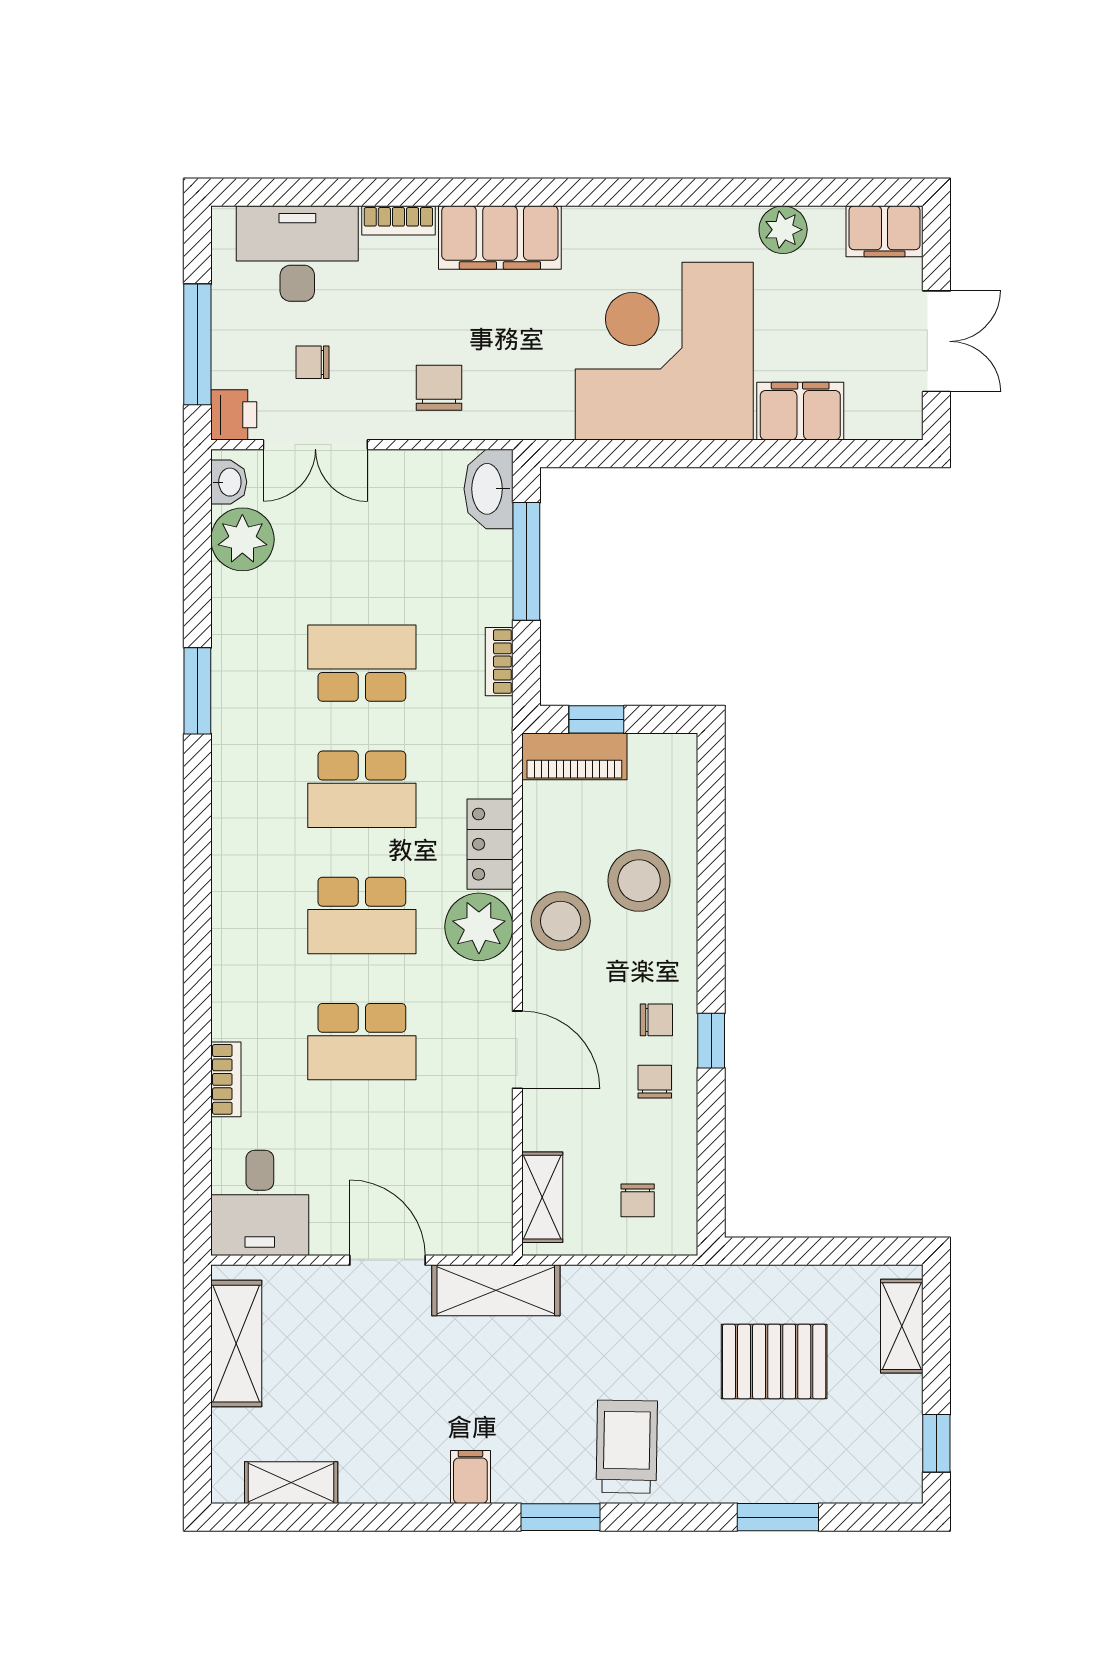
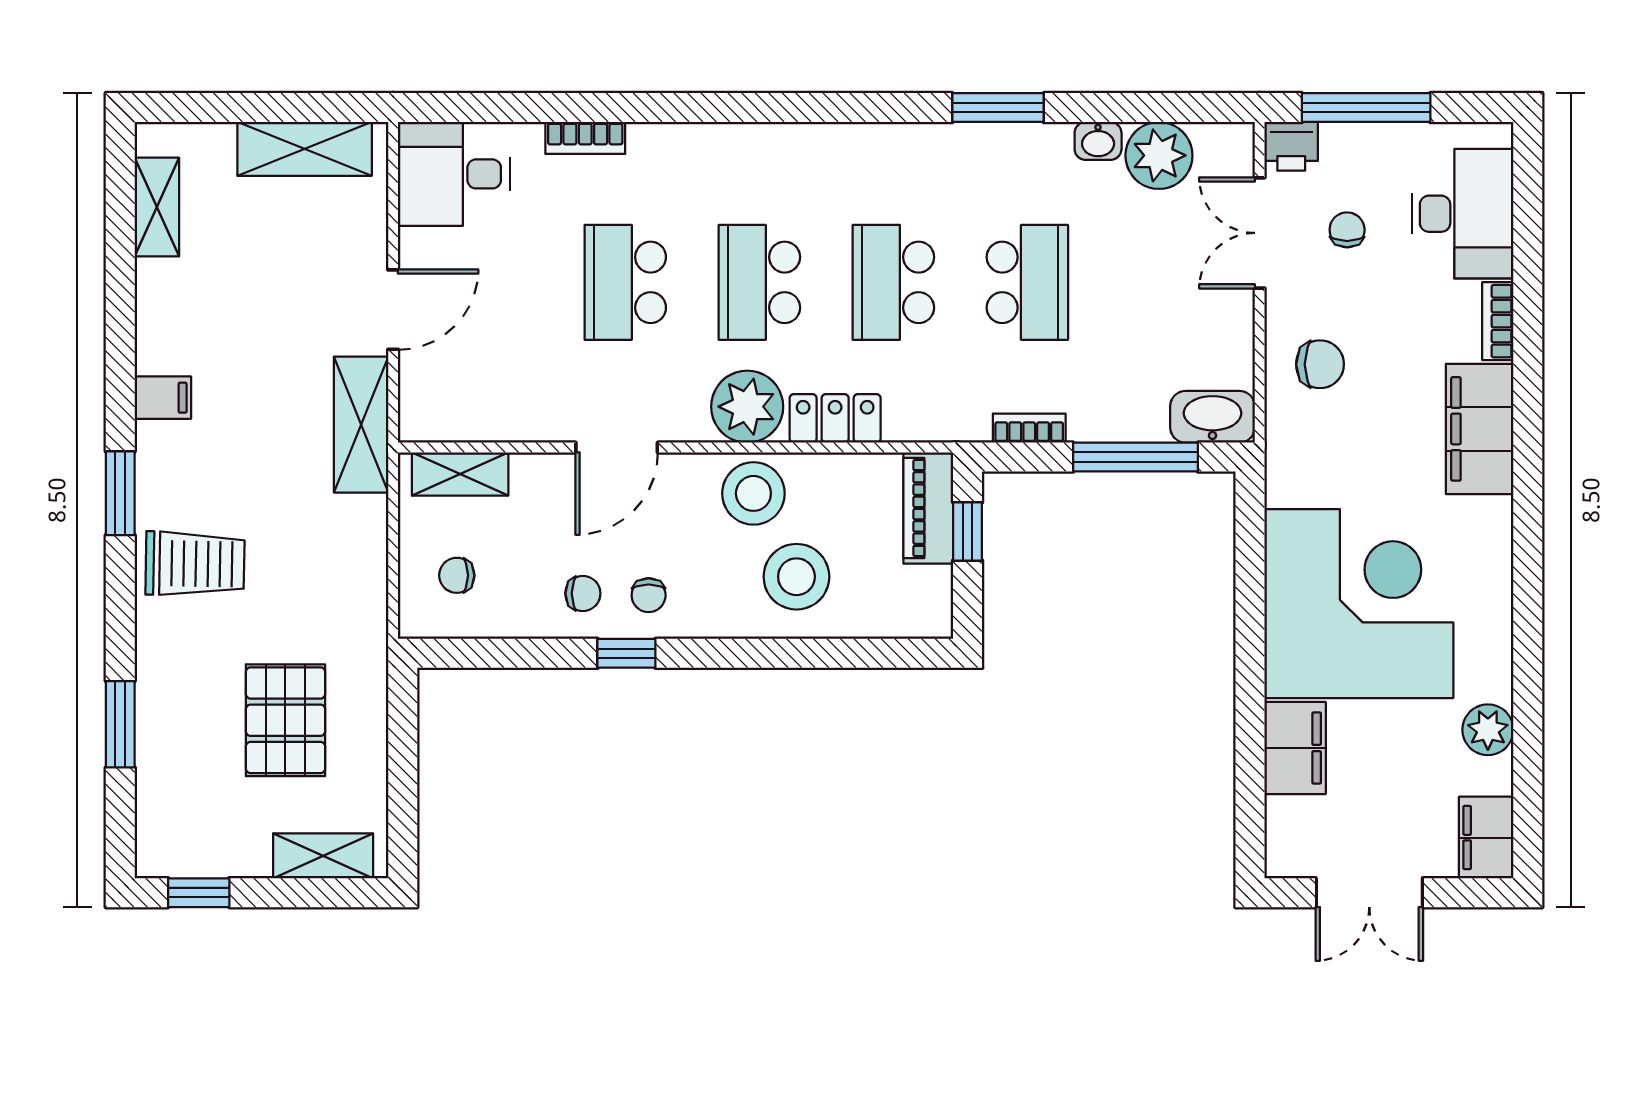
washbasin: (229, 482) -> (1098, 141), moved

